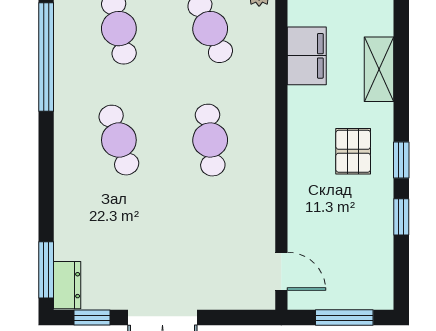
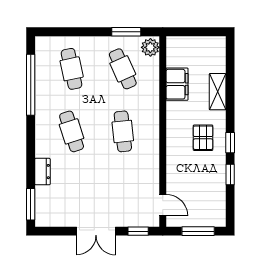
dresser: (67, 285) -> (42, 172), moved
window: (92, 318) -> (138, 231), moved

